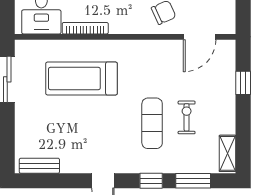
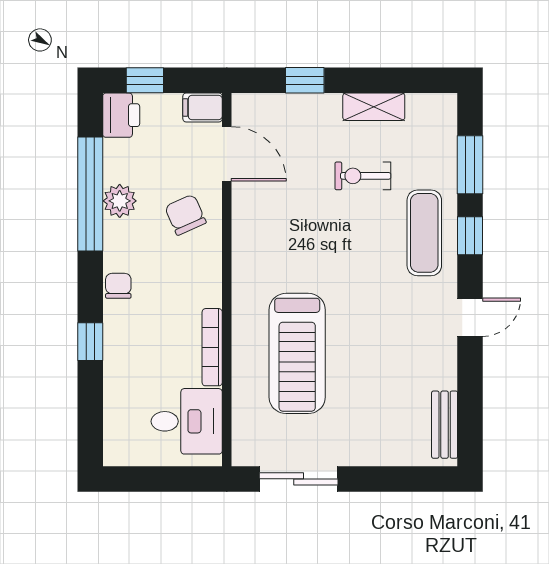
filing cabinet: (227, 23) -> (203, 107), added
exercise mat: (152, 123) -> (424, 233), moved, turned 90
shelving: (227, 153) -> (374, 107), moved

